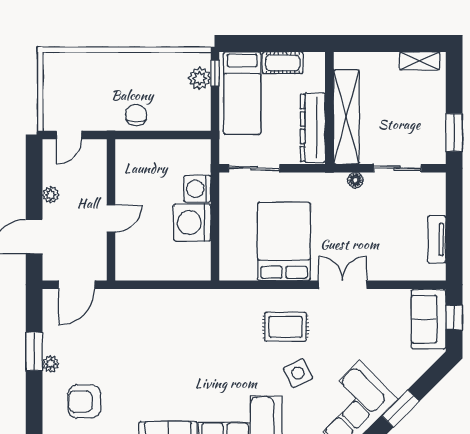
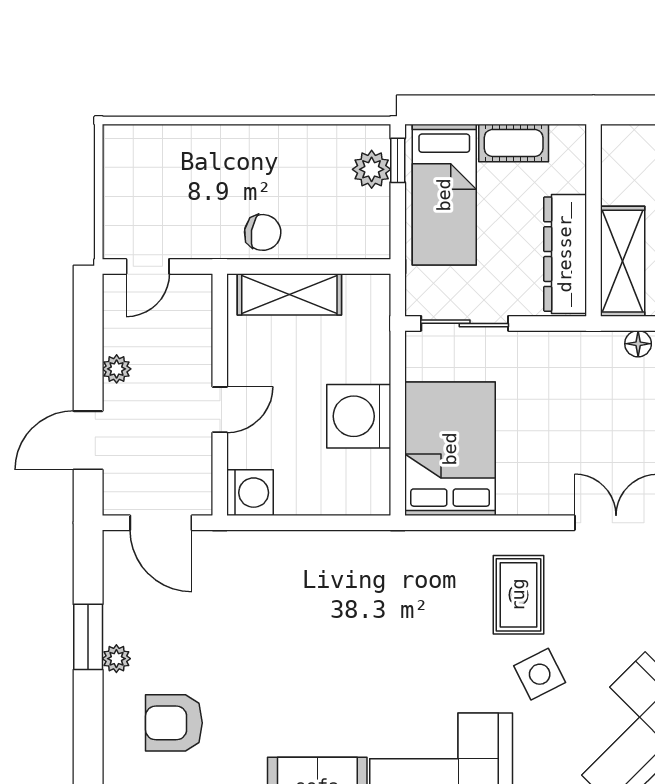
chair: (136, 115) -> (263, 232), turned 100
shelving: (346, 117) -> (623, 261), width x0.68
shelving: (152, 151) -> (289, 294), added
washing machine: (197, 189) -> (250, 493), moved, turned 180
bed: (284, 241) -> (450, 449), moved
door: (77, 285) -> (161, 523), hinge flipped
rug: (286, 327) -> (518, 595), turned 90

